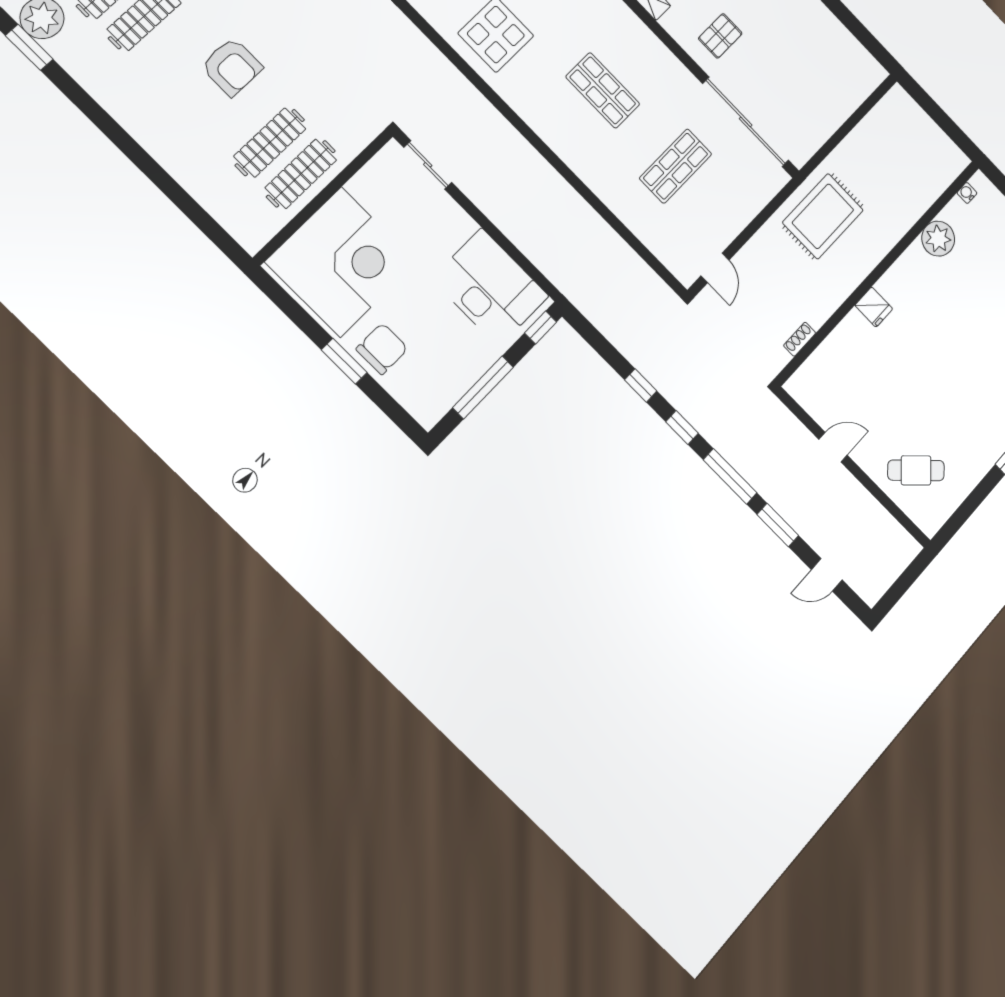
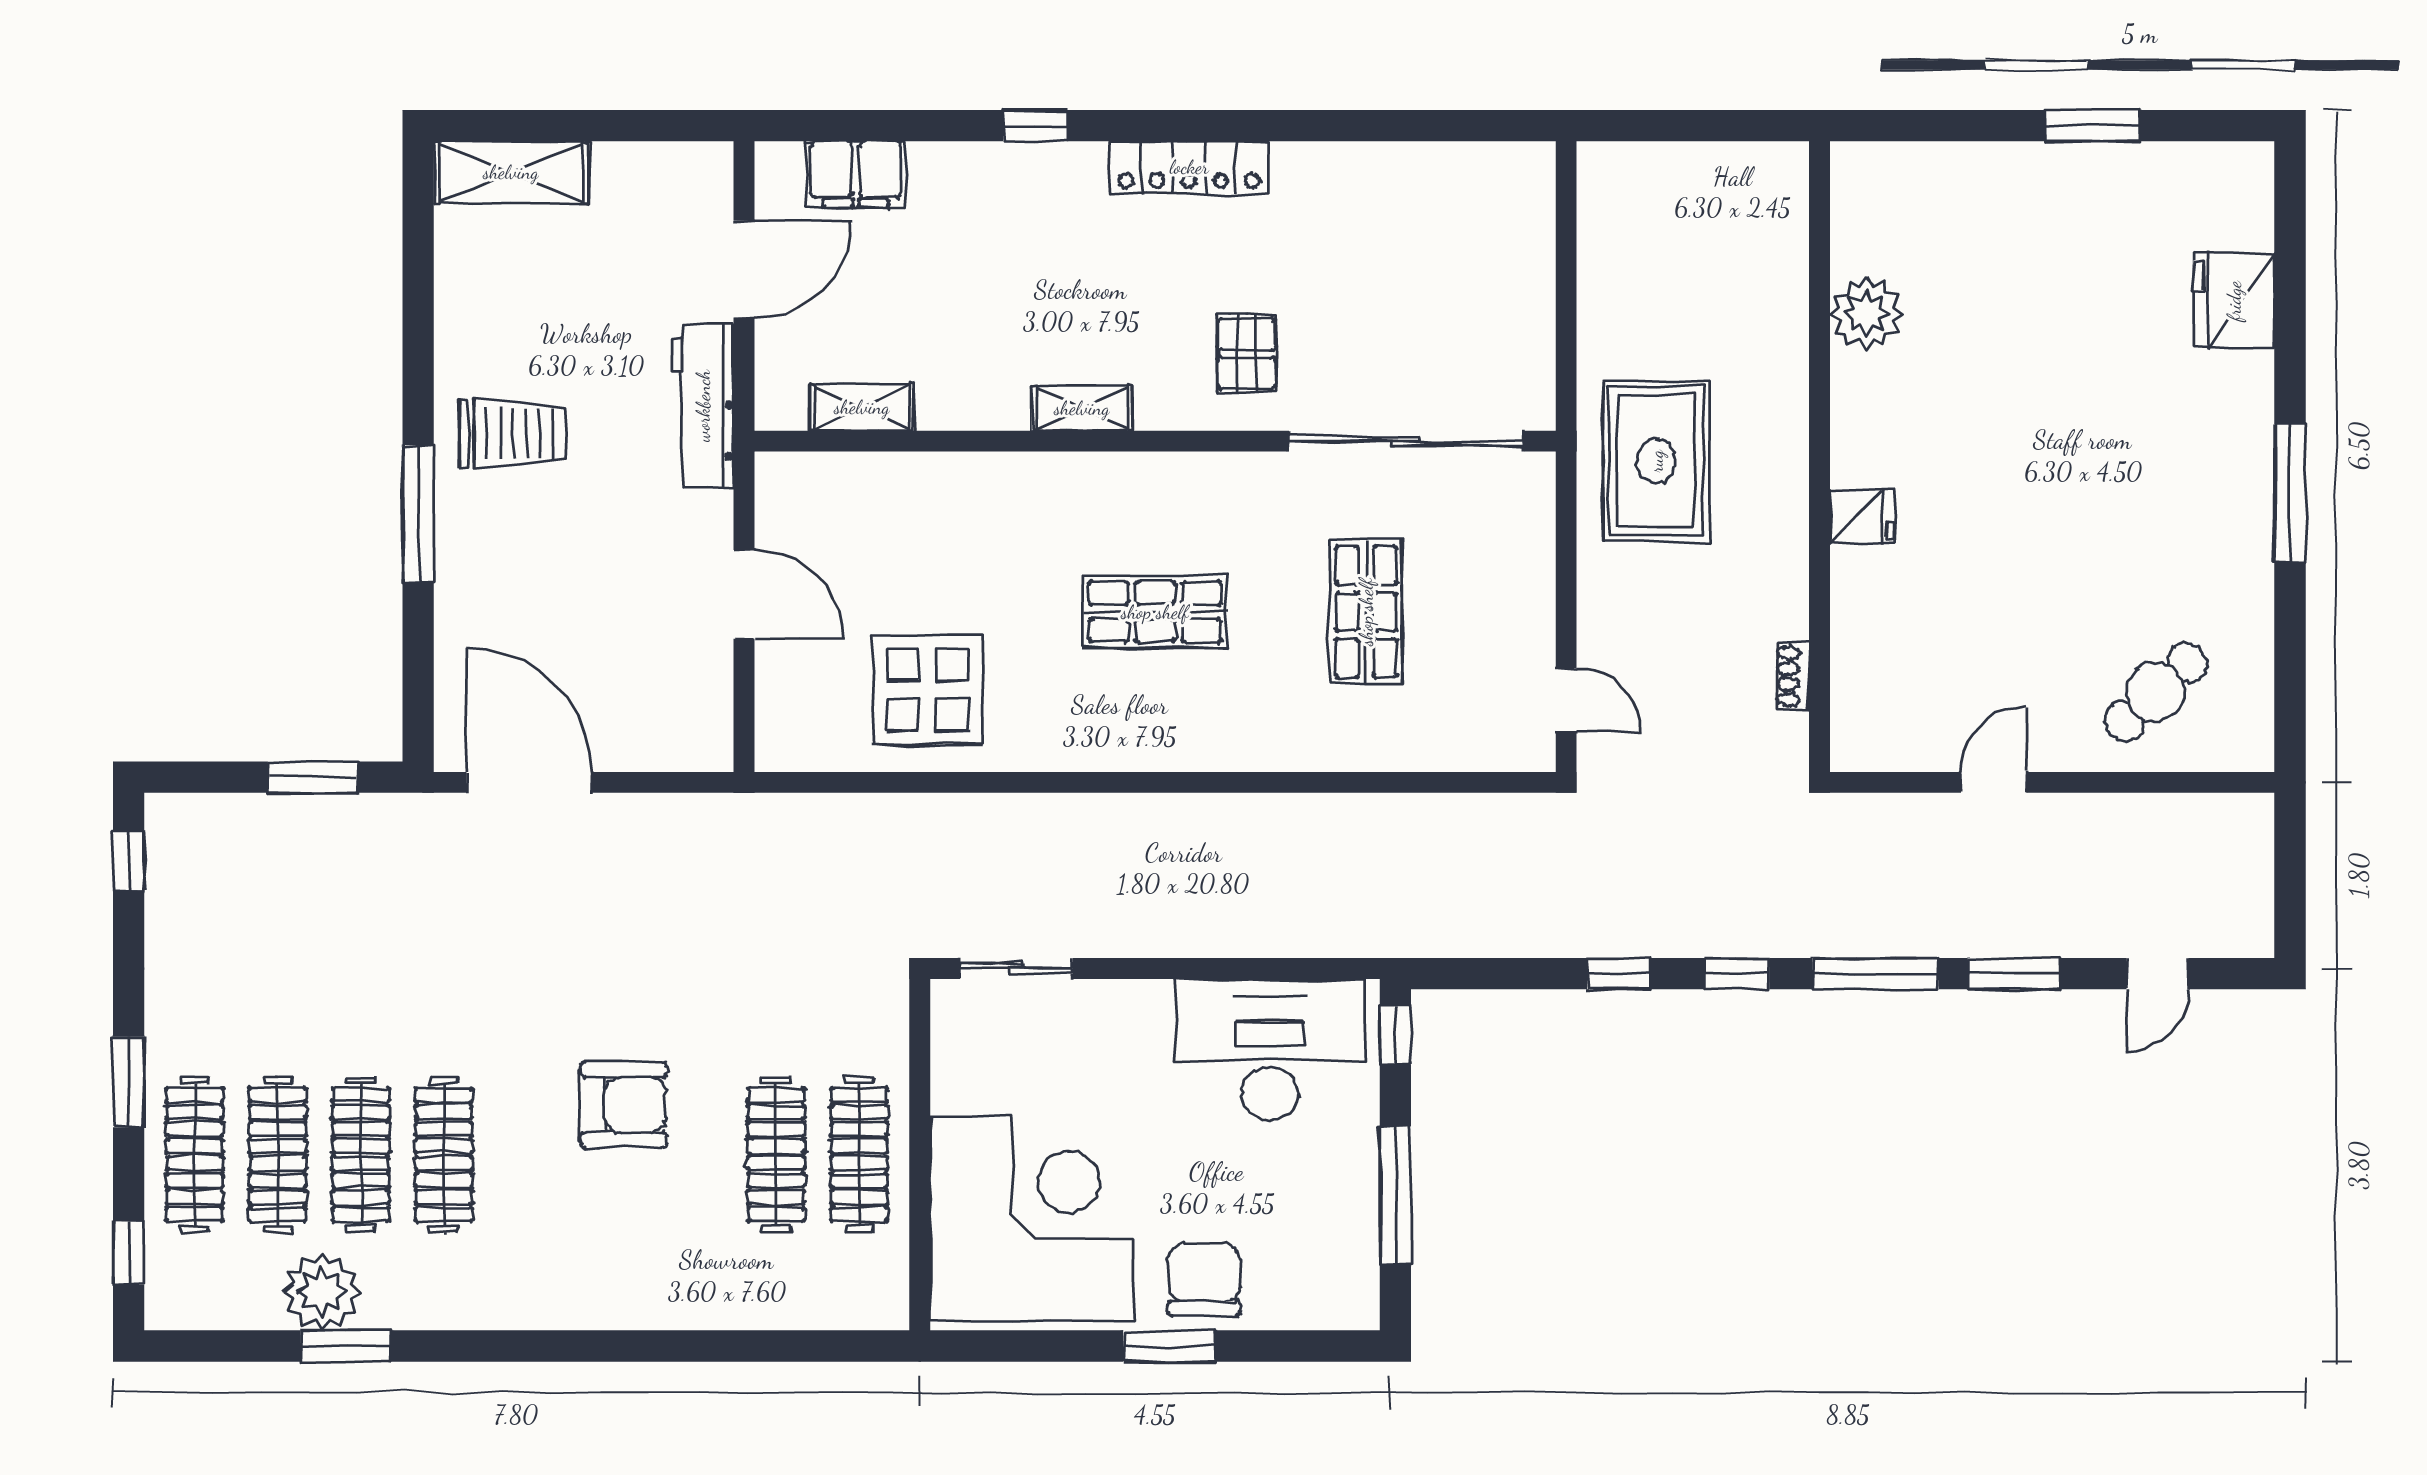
water cooler: (967, 193) -> (1847, 198), removed

